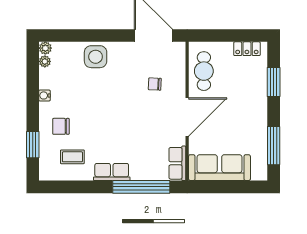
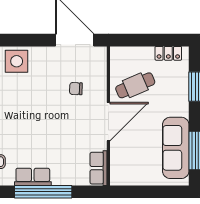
cafe table: (204, 71) -> (135, 85), moved, turned 67
sofa: (219, 168) -> (176, 148), moved, turned -90
window: (141, 187) -> (43, 192), moved

